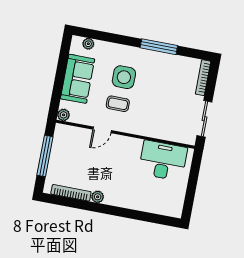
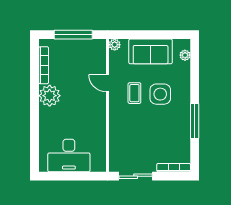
desk: (163, 161) -> (69, 155), moved, turned 90
plant: (98, 197) -> (50, 96), width x1.88, depth x1.88

